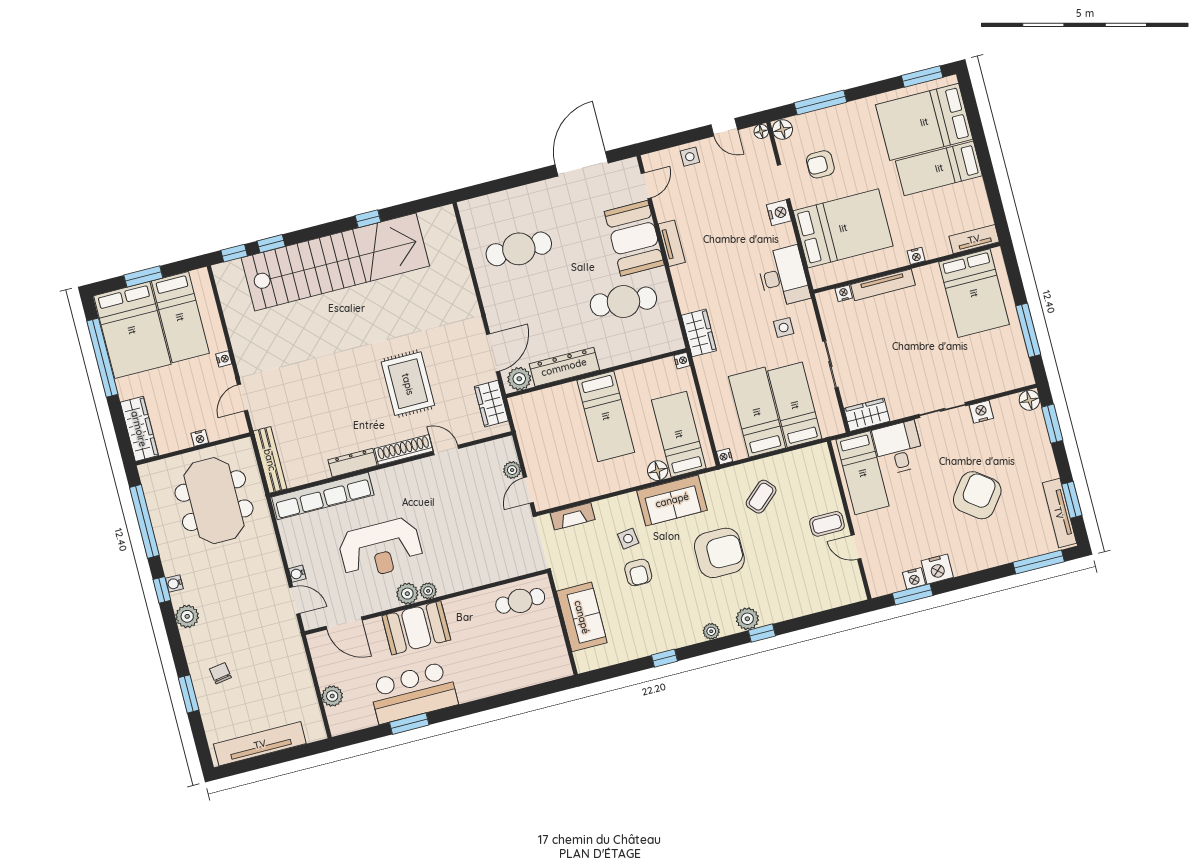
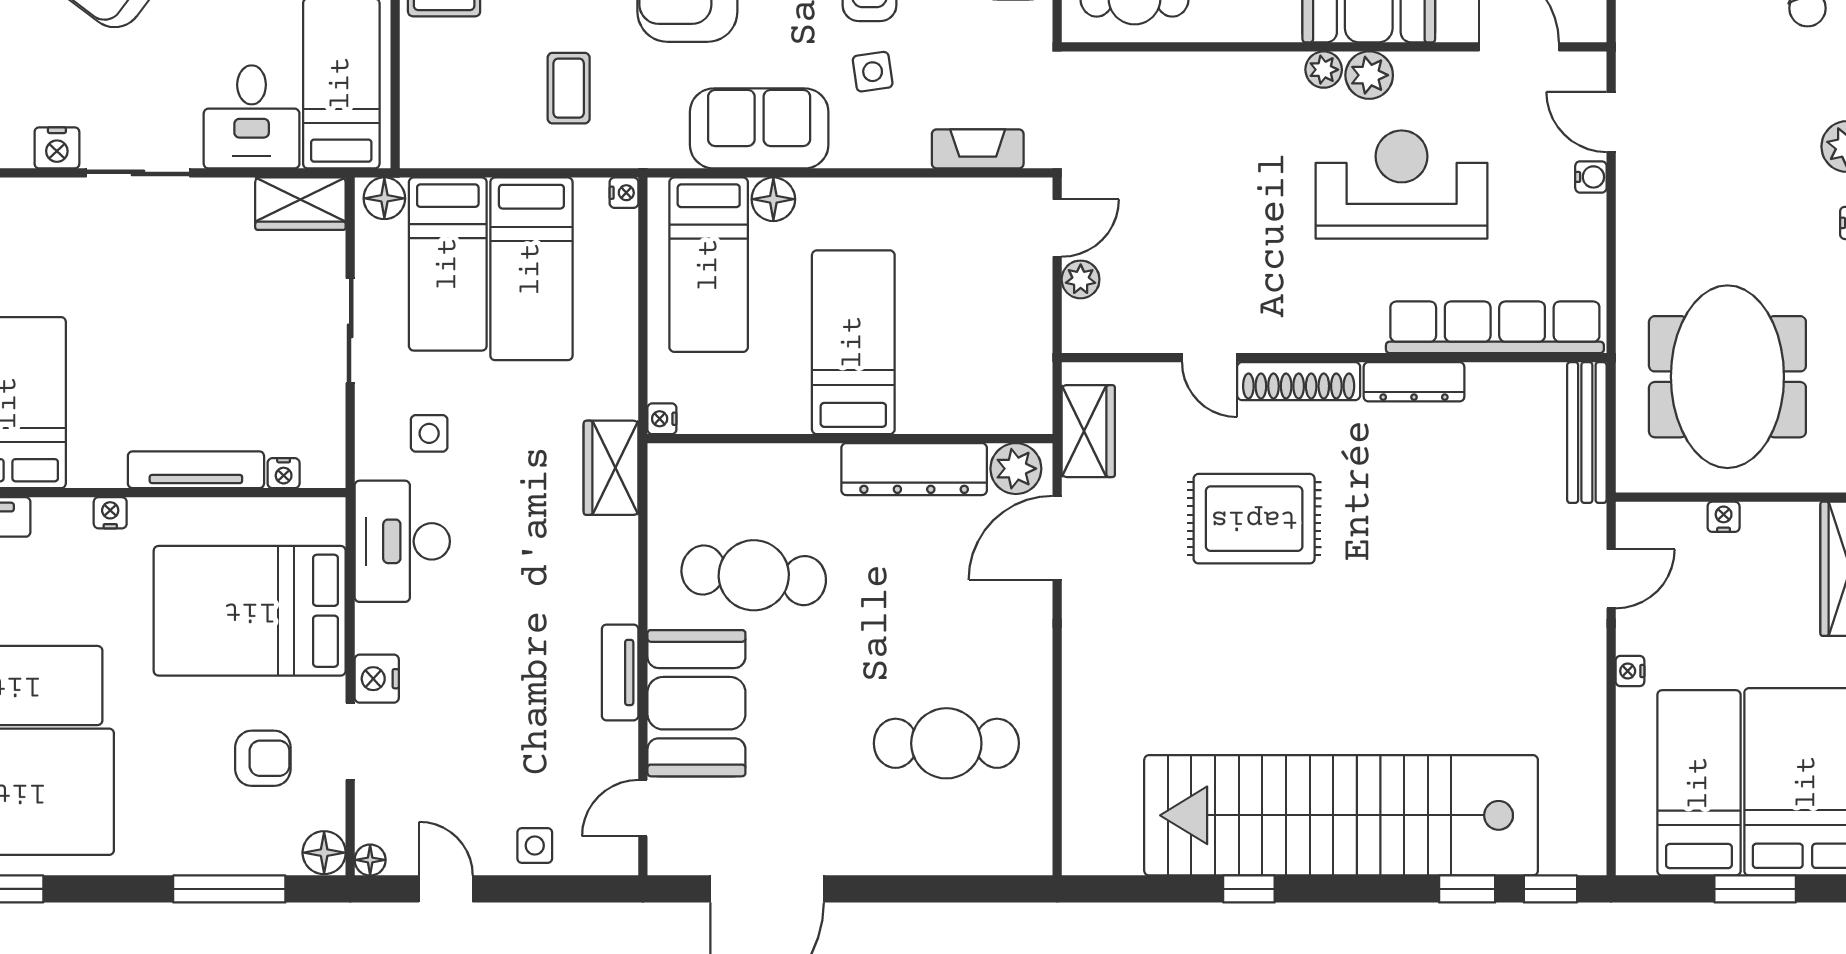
rug: (408, 384) -> (1254, 519), turned 90
floor lamp: (830, 427) -> (384, 198), added
coffee table: (761, 497) -> (569, 88), turned -48

